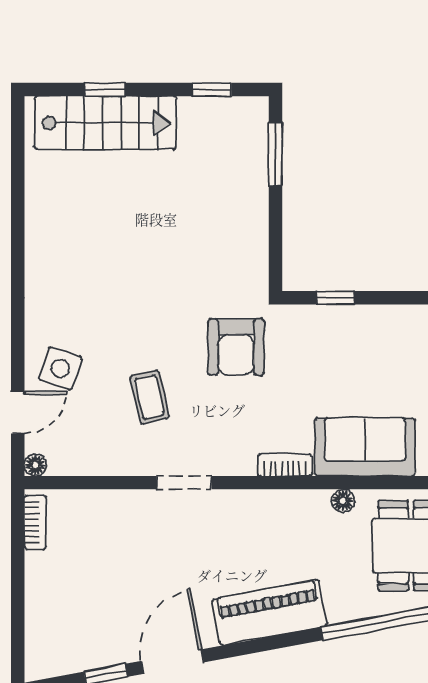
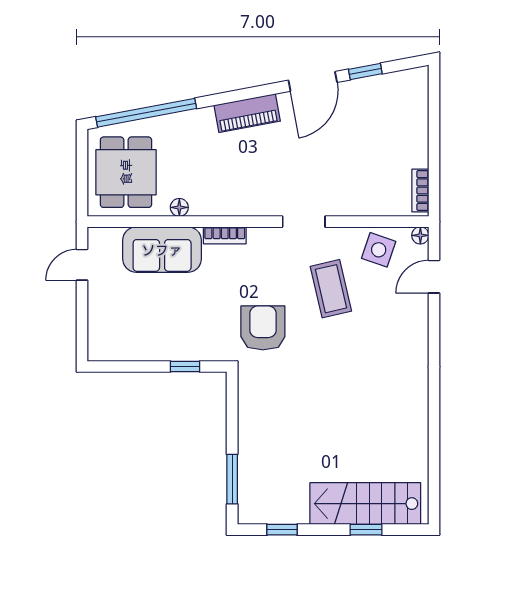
side table: (60, 368) -> (379, 250), moved
coffee table: (149, 397) -> (331, 289), width x1.36, depth x1.30
piano: (270, 613) -> (247, 113), width x0.73, depth x0.75

